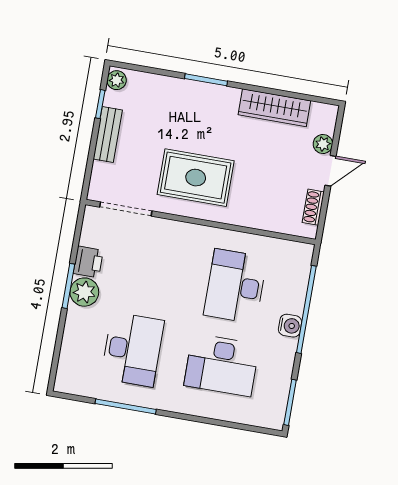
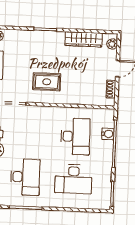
plant: (323, 144) -> (112, 44), moved
rug: (196, 178) -> (47, 82), width x0.73, depth x0.70
desk: (235, 286) -> (75, 136), turned 180
water cooler: (290, 326) -> (108, 134), moved

